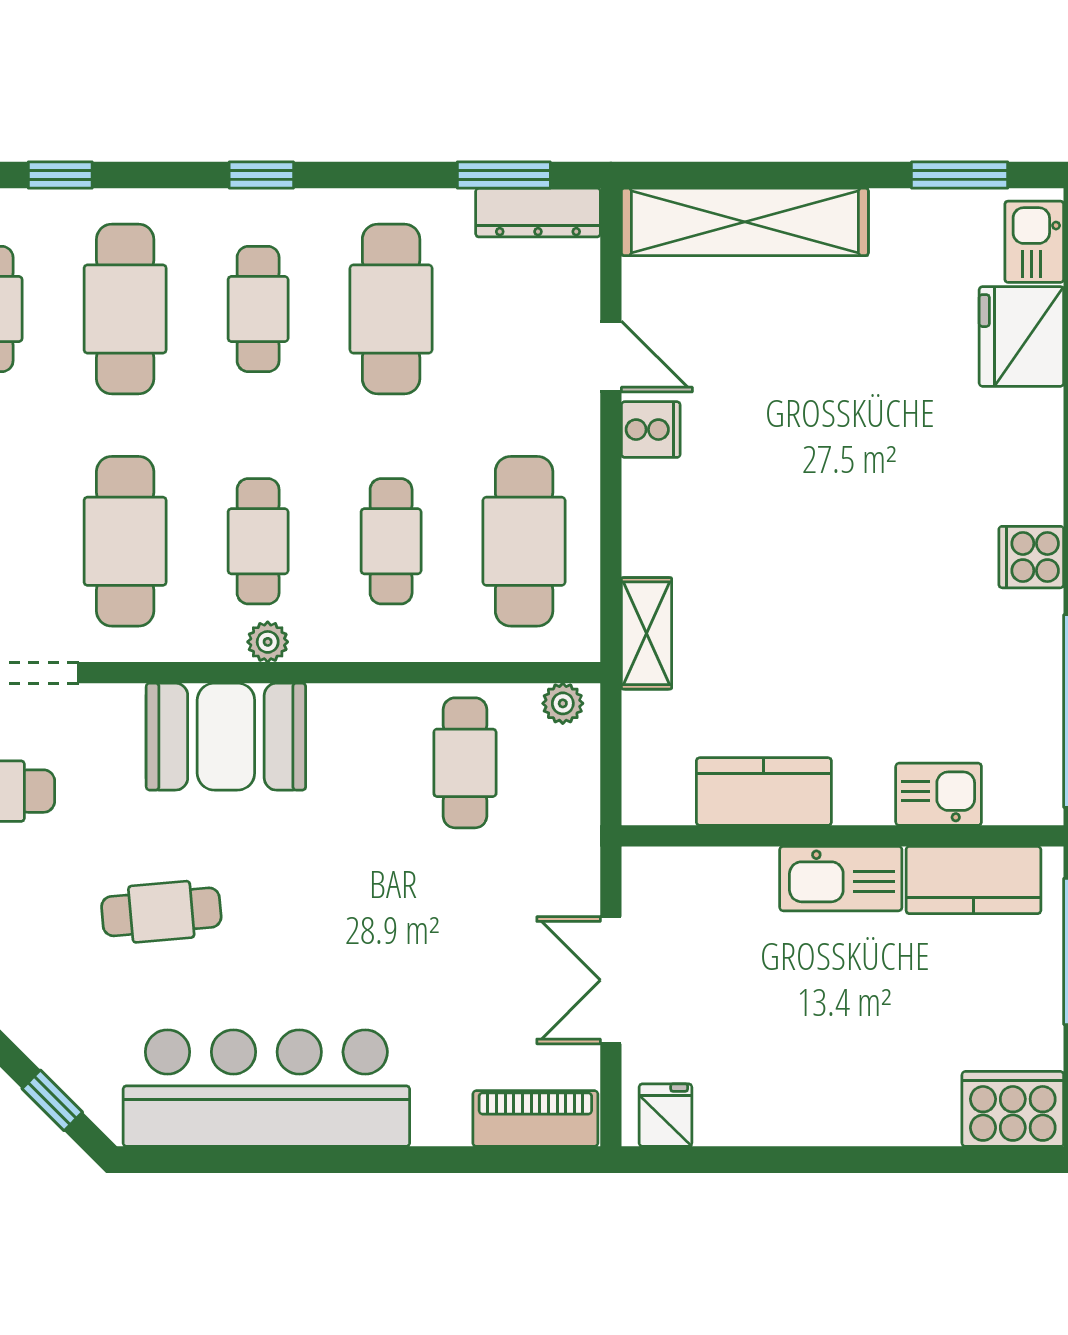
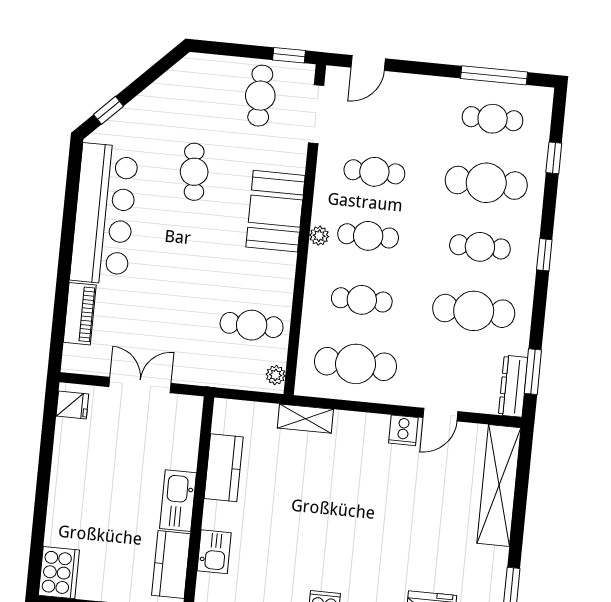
cafe table: (125, 541) -> (374, 172), width x0.73, depth x0.74
piano: (535, 1119) -> (80, 314), moved

